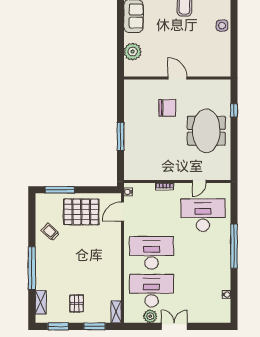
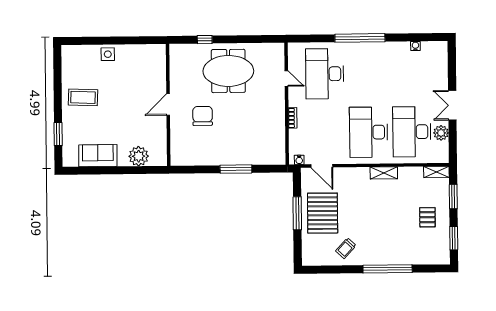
window: (60, 190) -> (297, 213), moved
shelving: (41, 302) -> (384, 173), moved
pallet: (77, 304) -> (427, 217), turned 90

